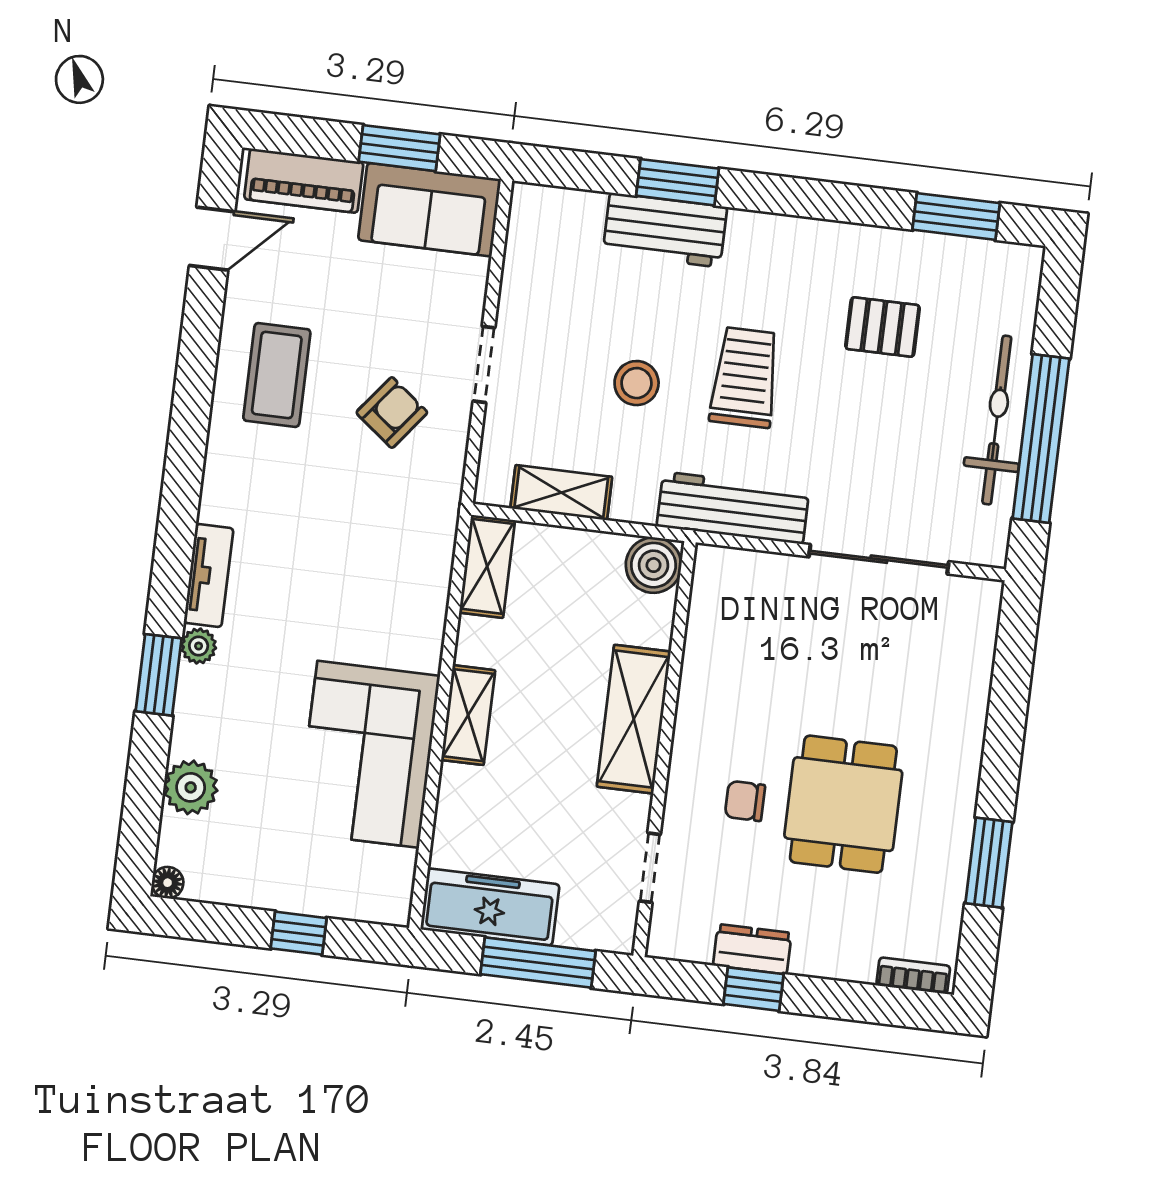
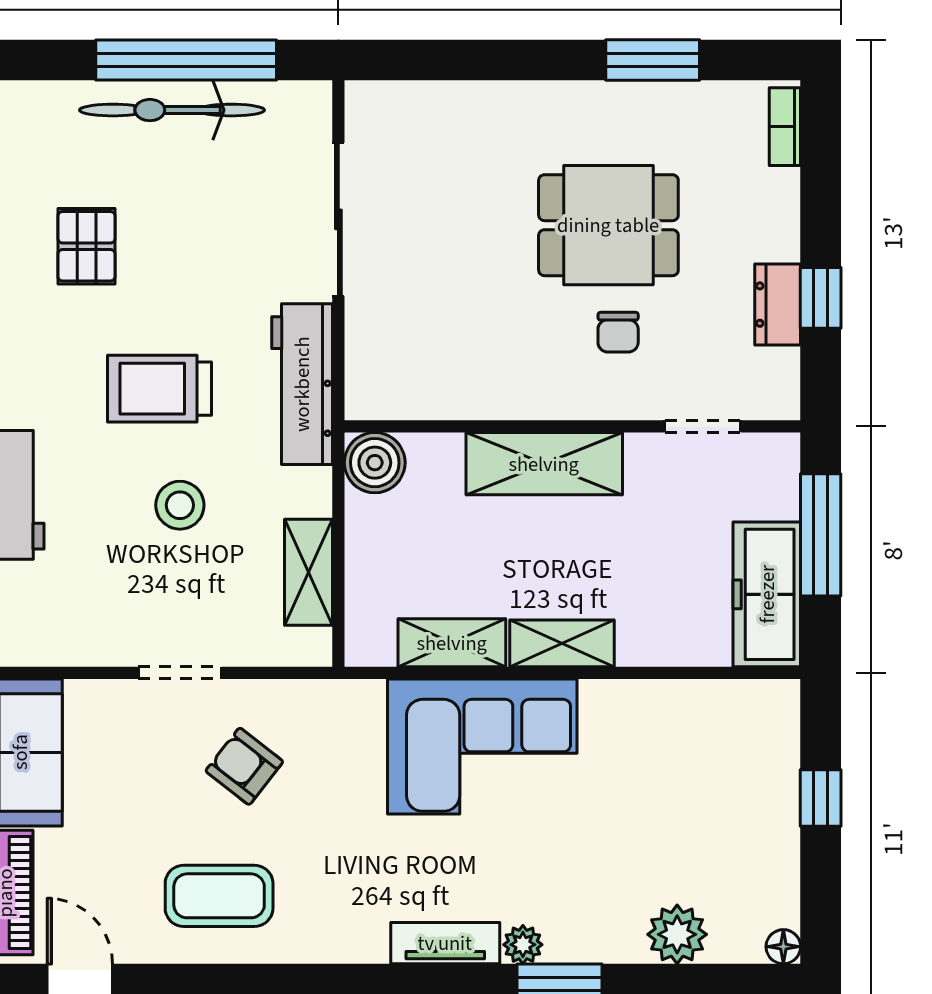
shelving: (487, 566) -> (452, 643), moved
corner sofa: (368, 754) -> (482, 747), moved

